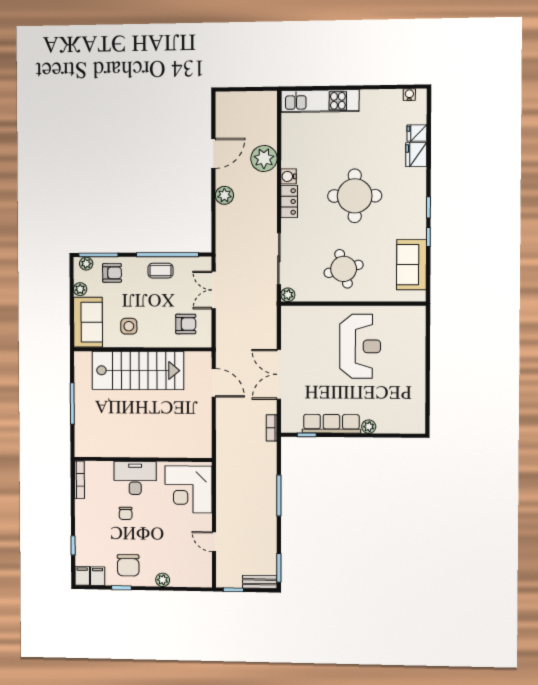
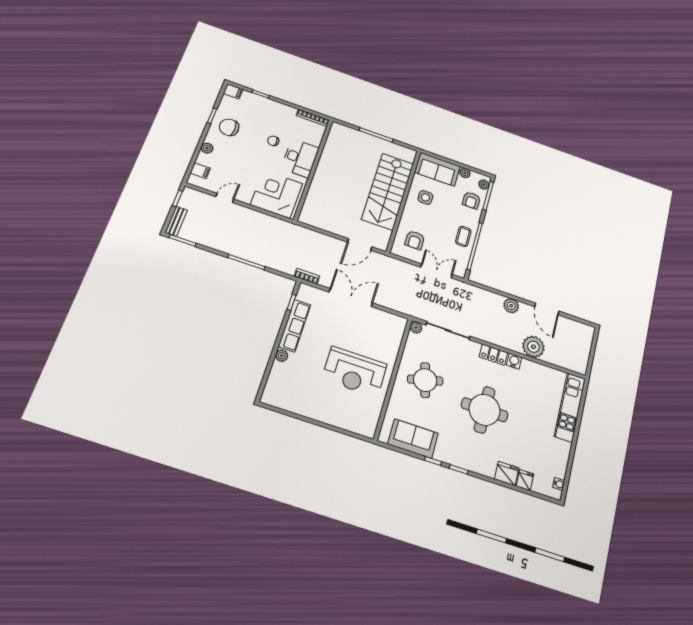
filing cabinet: (98, 576) -> (200, 171), moved

